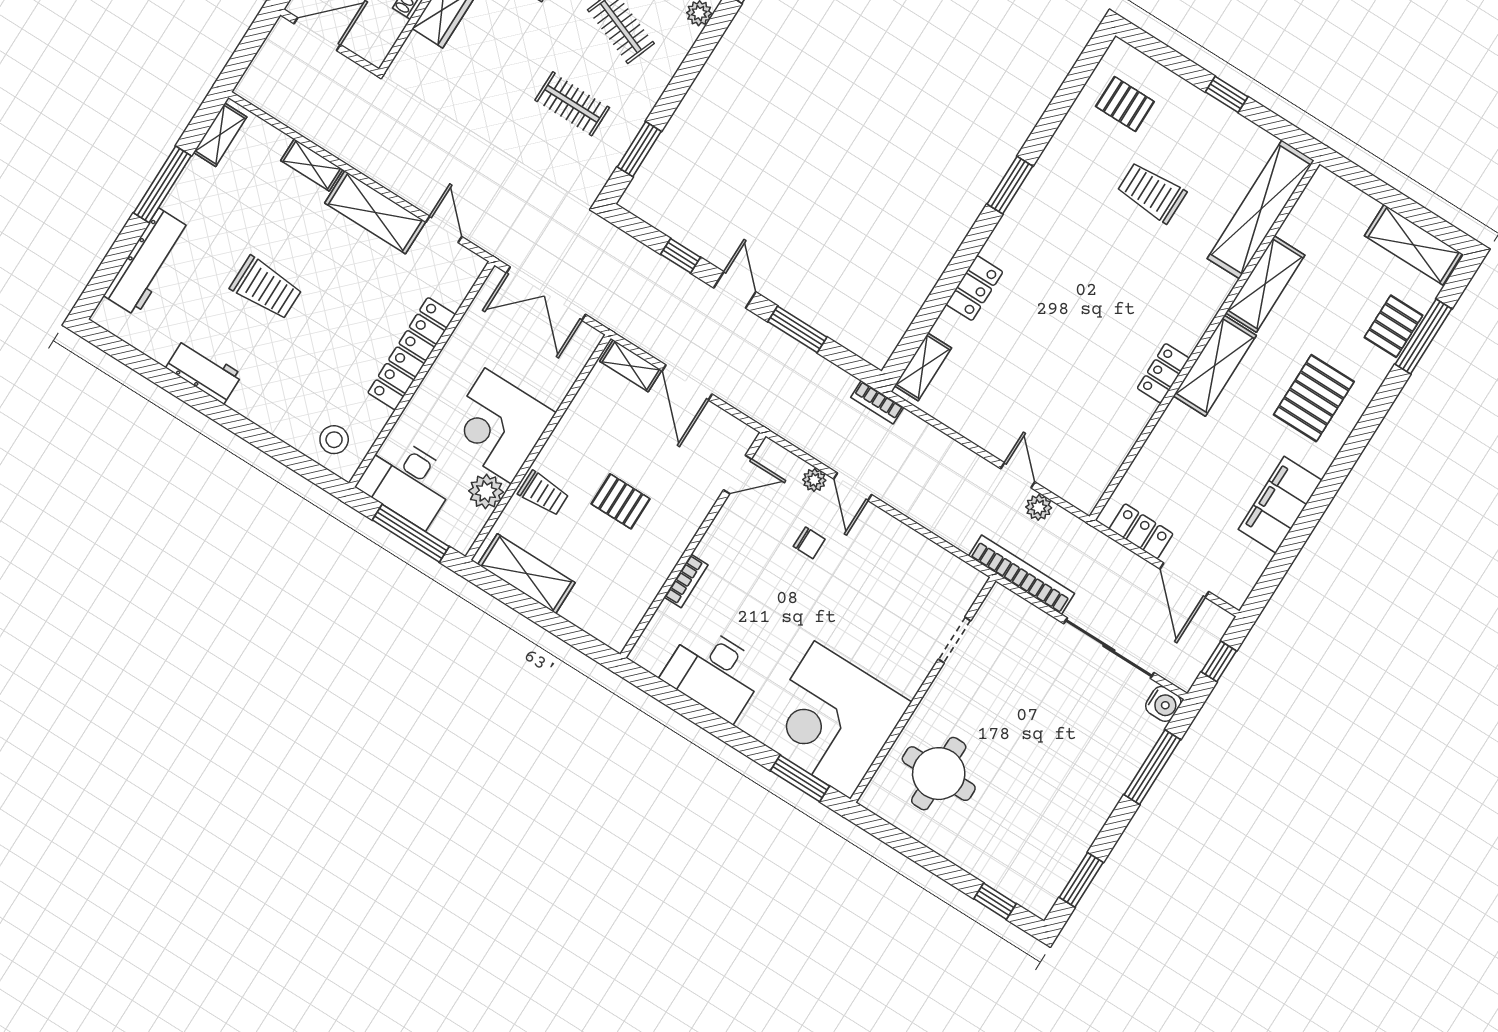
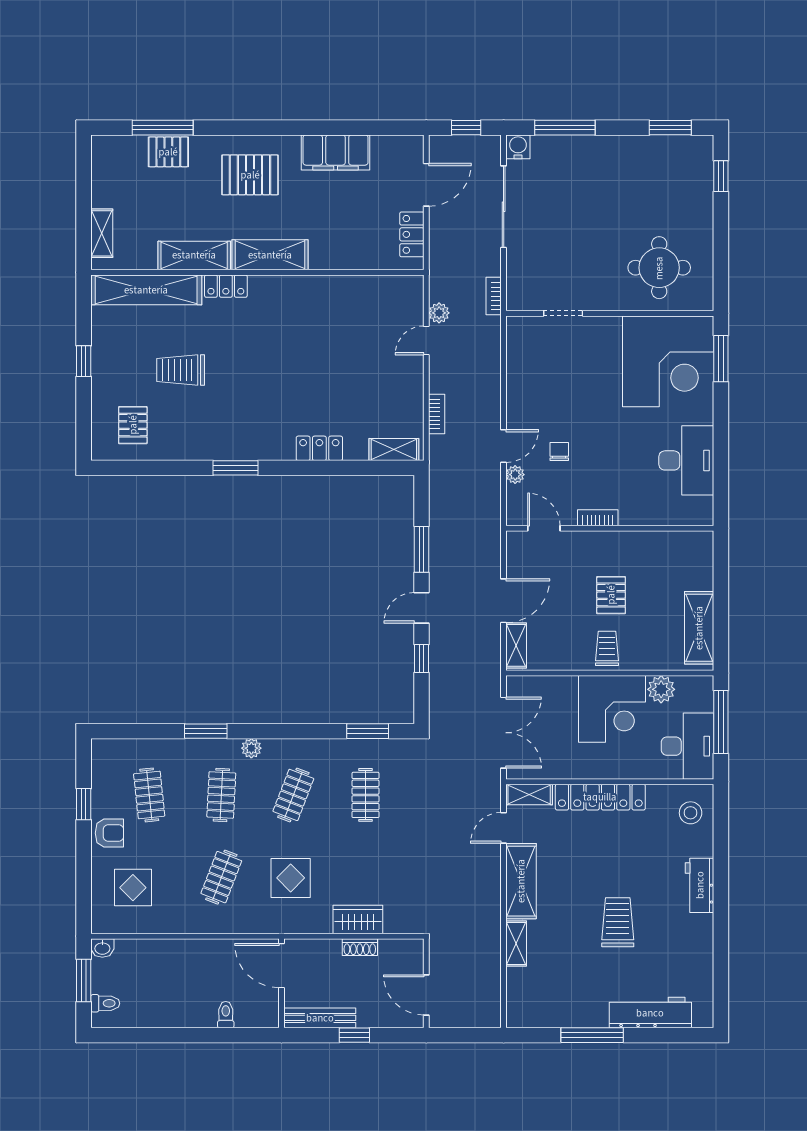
shelving: (220, 135) -> (529, 795), moved
trolley: (1152, 192) -> (181, 370), turned 90
shelving: (1413, 245) -> (102, 233), moved, width x0.67, depth x0.75
workbench: (204, 371) -> (700, 885), moved
locker: (1163, 373) -> (226, 286), moved
bookcase: (877, 402) -> (437, 414), moved
trolley: (543, 494) -> (607, 648), moved
bookcase: (1021, 575) -> (494, 296), width x0.43, depth x0.76
bookcase: (686, 581) -> (598, 518), moved

